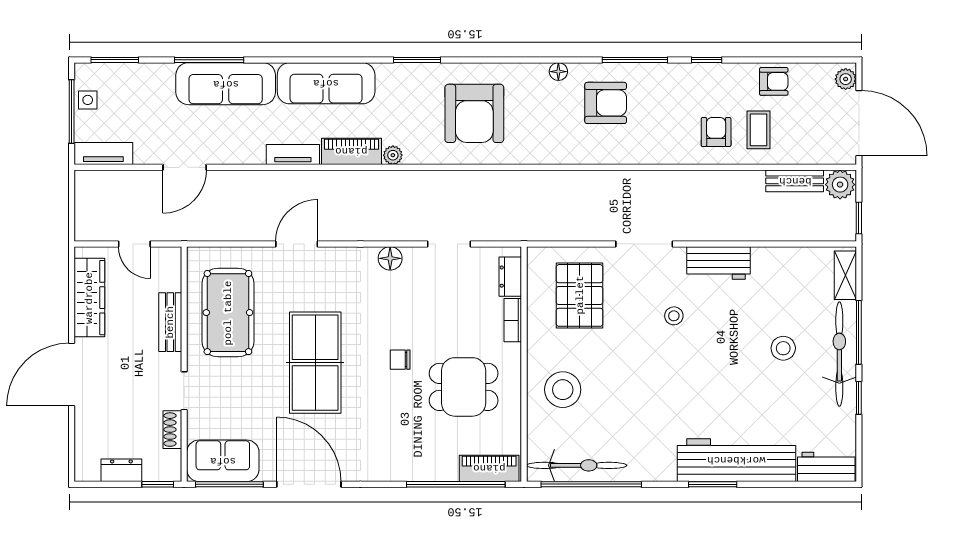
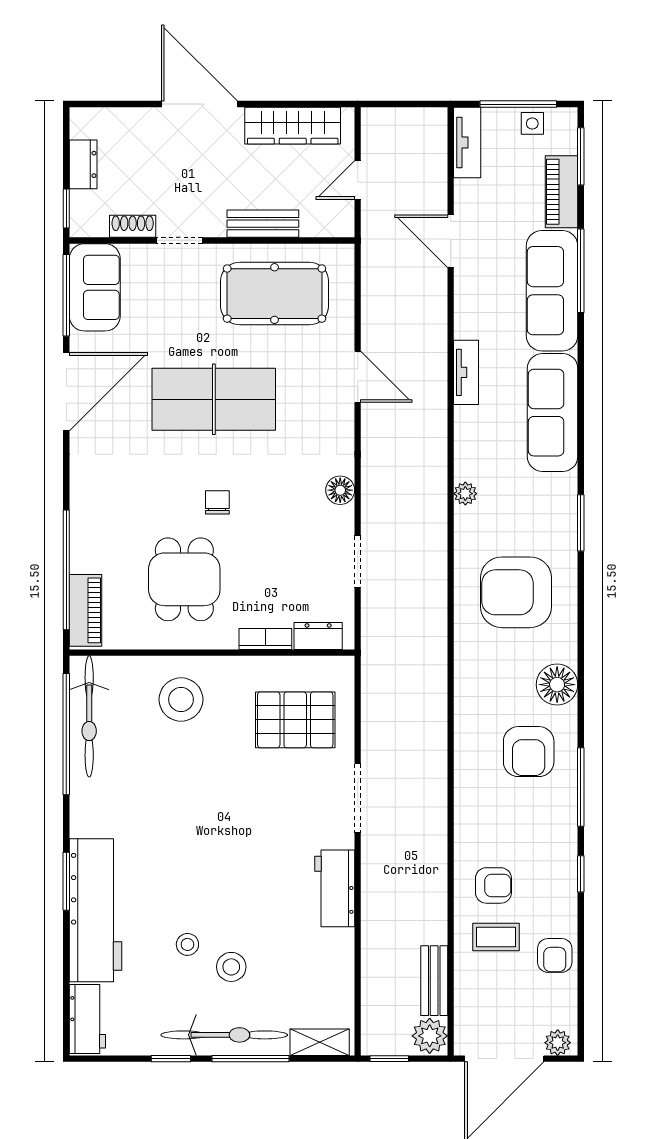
floor lamp: (558, 72) -> (557, 685), width x1.89, depth x1.89
piano: (351, 151) -> (561, 192), moved, turned 180
stool: (674, 316) -> (187, 944), moved

